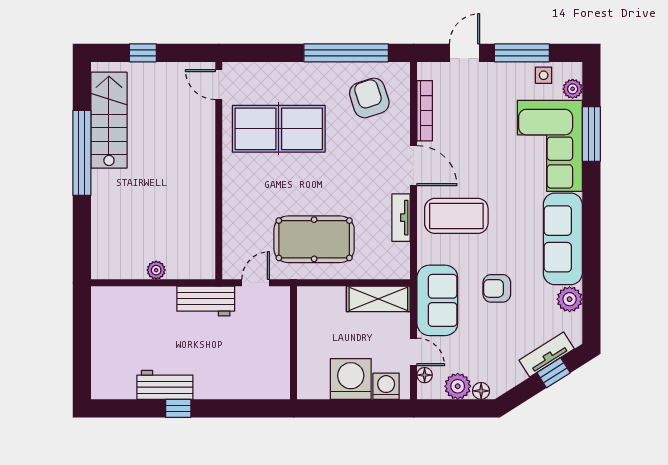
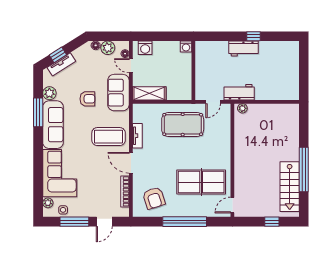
window: (346, 53) -> (185, 222), moved
door: (219, 85) -> (232, 205), swing flipped
window: (591, 134) -> (38, 112), moved
plant: (156, 270) -> (242, 108), moved
washing machine: (351, 379) -> (186, 47), moved, width x0.53, depth x0.53
workbench: (165, 385) -> (244, 49), moved

